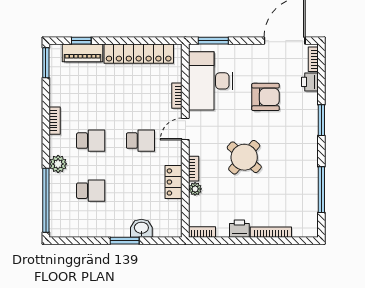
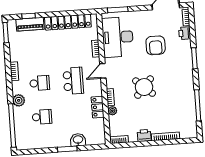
armchair: (266, 97) -> (156, 45), turned 90
school desk: (140, 141) -> (73, 81), width x1.85

